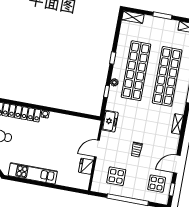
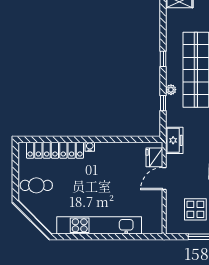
fridge: (86, 166) -> (154, 157), moved
kitchen unit: (33, 173) -> (99, 225), width x1.36

